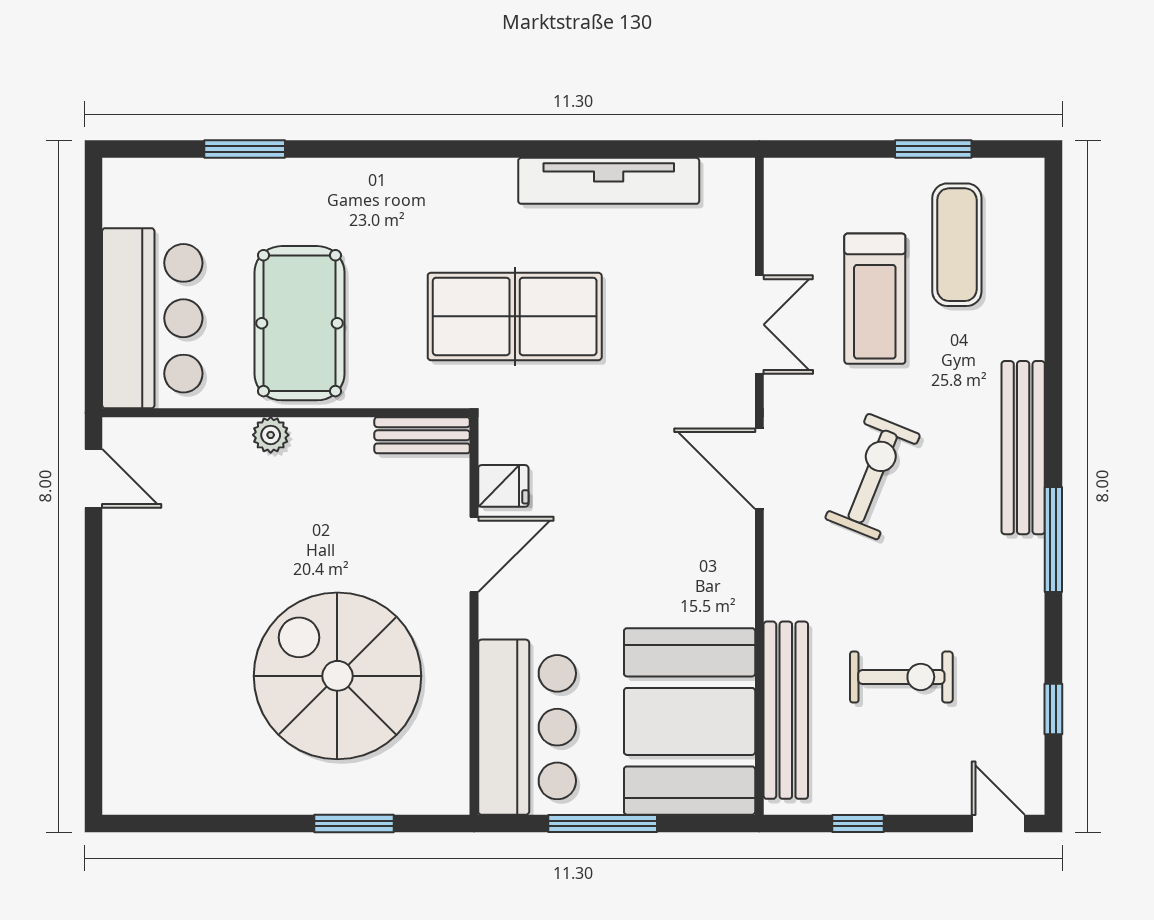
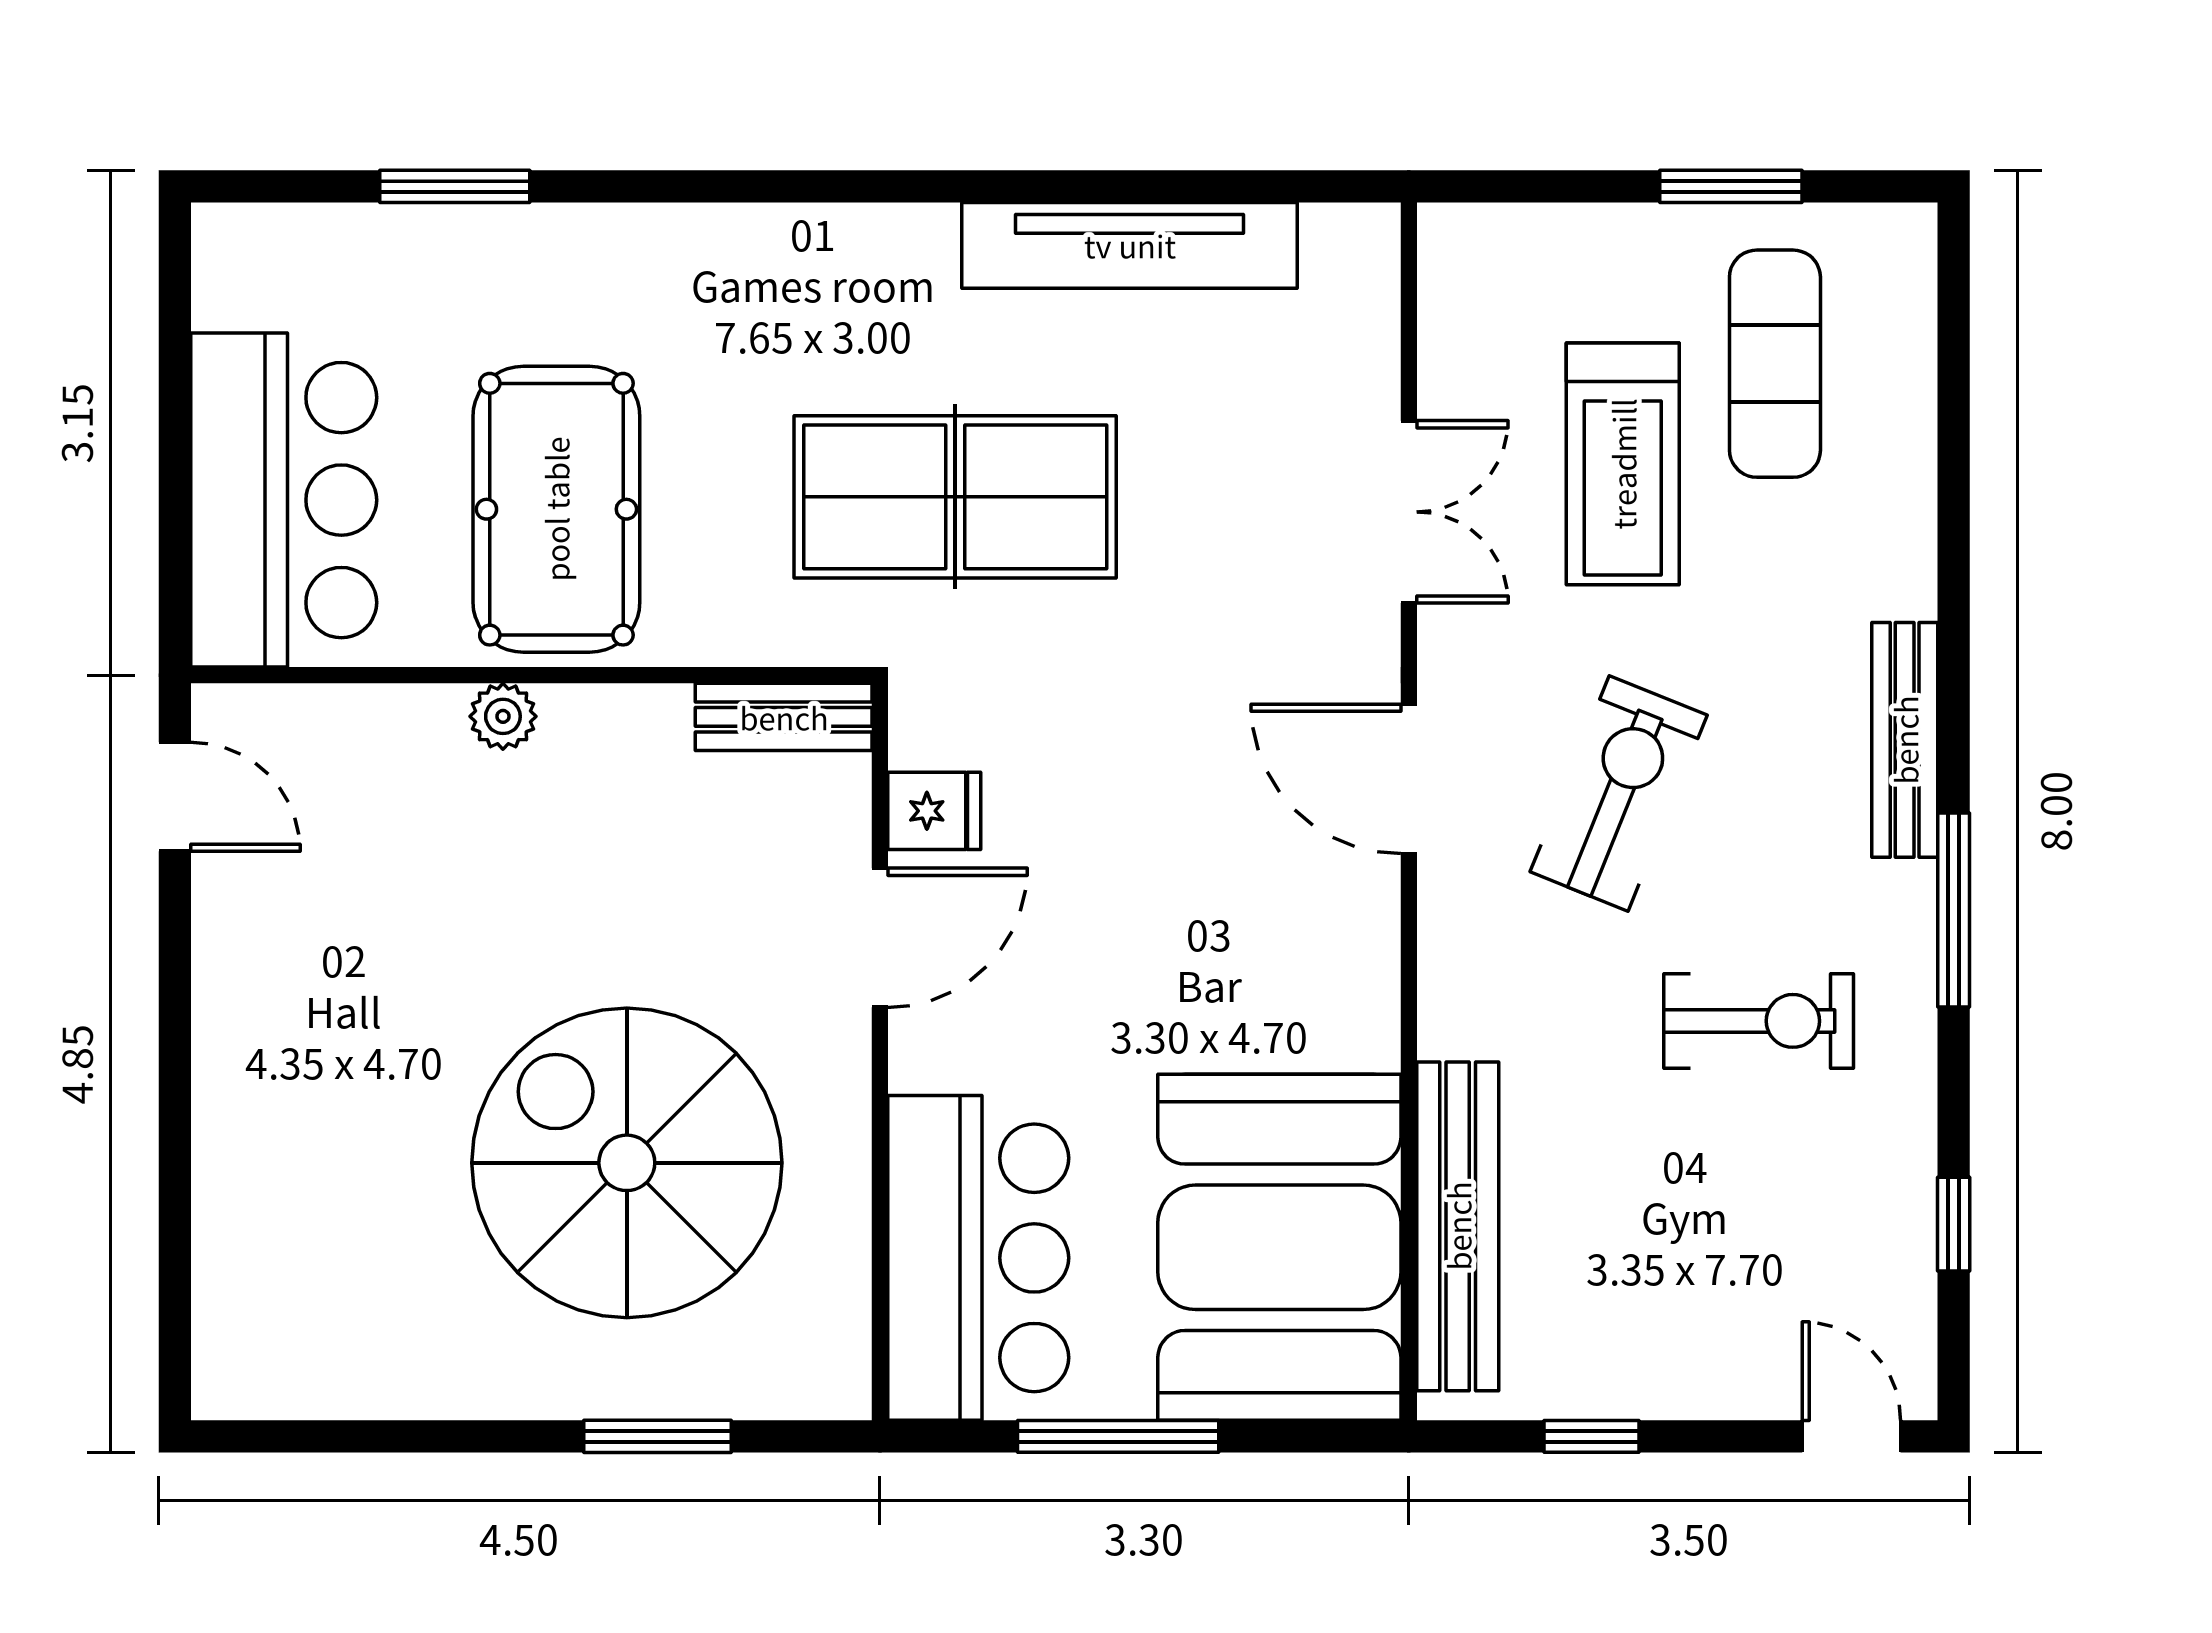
bench: (1023, 448) -> (1905, 740), width x0.73, depth x0.82
exercise bike: (901, 677) -> (1759, 1021), moved

